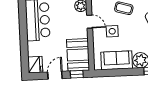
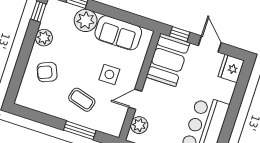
door: (90, 22) -> (135, 99), hinge flipped
door: (55, 75) -> (210, 44), swing flipped

